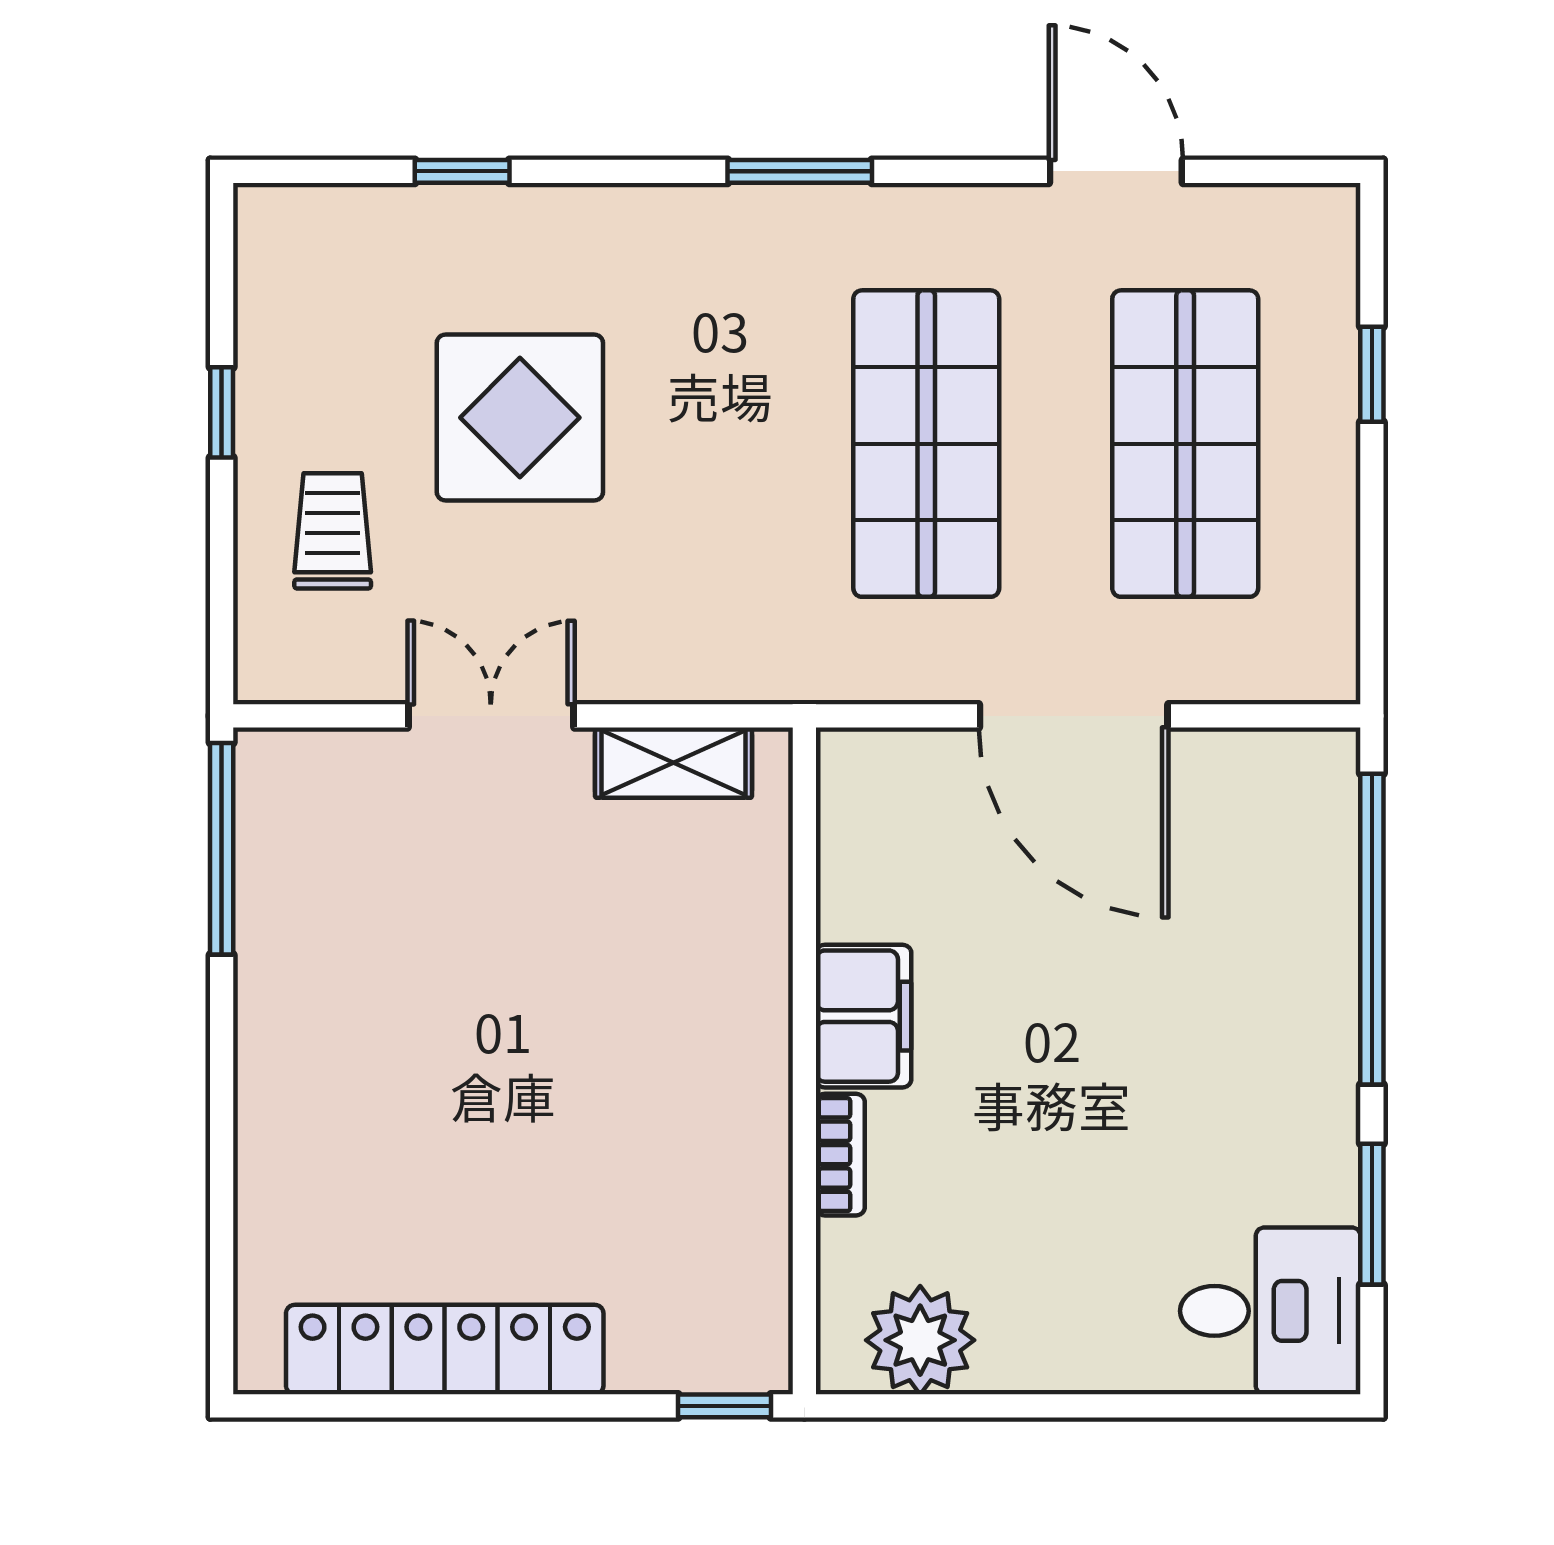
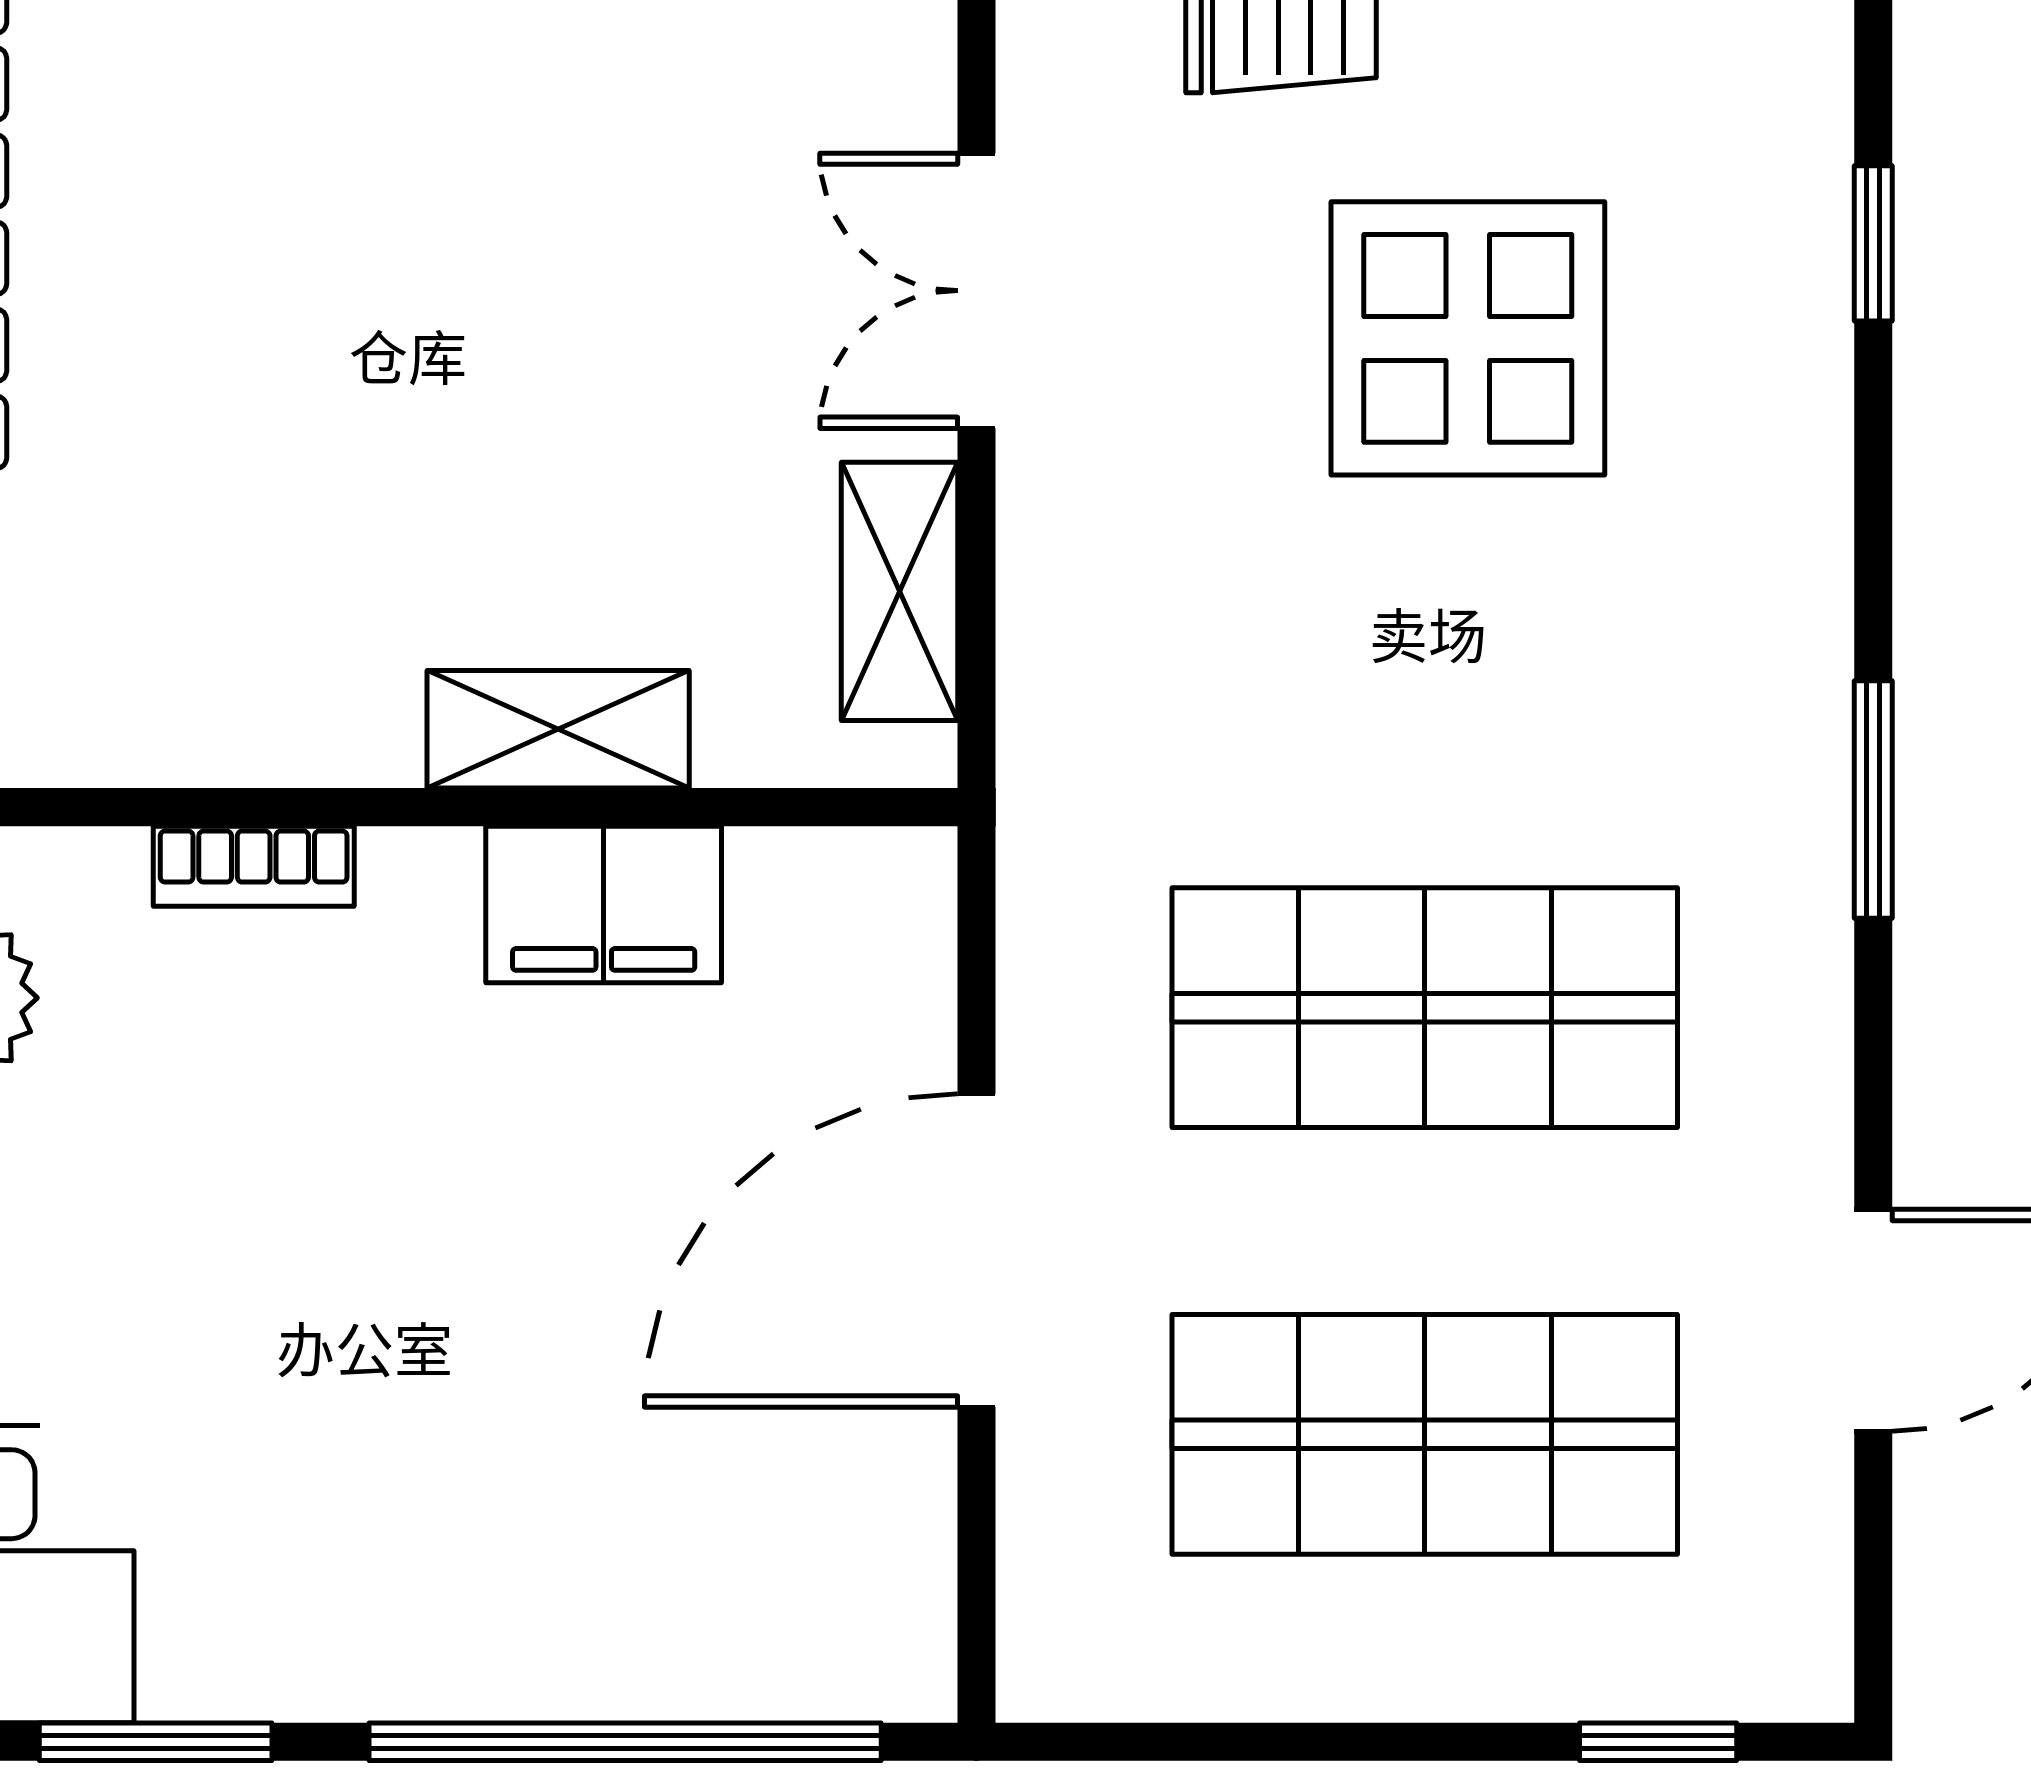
window: (1372, 374) -> (1658, 1742), moved
double door: (491, 716) -> (976, 291), swing flipped
shelving: (757, 970) -> (558, 729), added
filing cabinet: (864, 1016) -> (604, 904), moved

